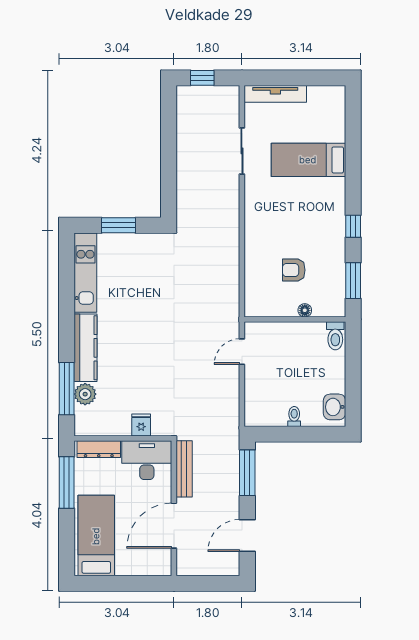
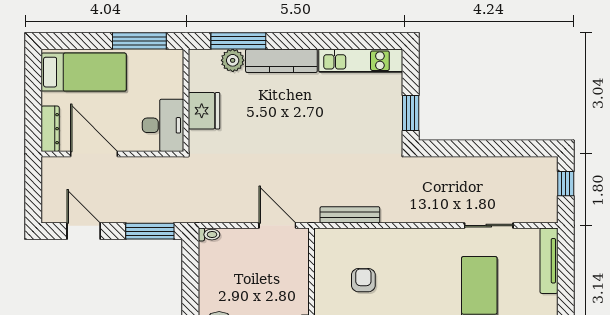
window: (119, 225) -> (411, 113), moved
floor lamp: (305, 310) -> (321, 292), removed
door: (242, 352) -> (277, 226), width x1.38
toilet: (294, 416) -> (209, 235), moved
fridge: (141, 425) -> (204, 111), width x1.88, depth x1.34
dresser: (99, 449) -> (50, 129), moved, turned 180
bench: (184, 469) -> (350, 215), moved

